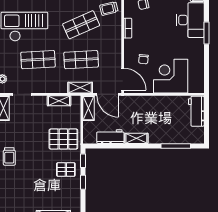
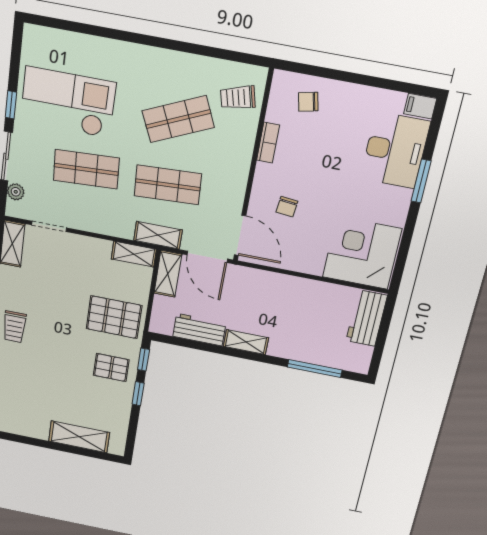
corner desk: (171, 76) -> (362, 253), moved
shelving: (59, 101) -> (134, 254), moved

